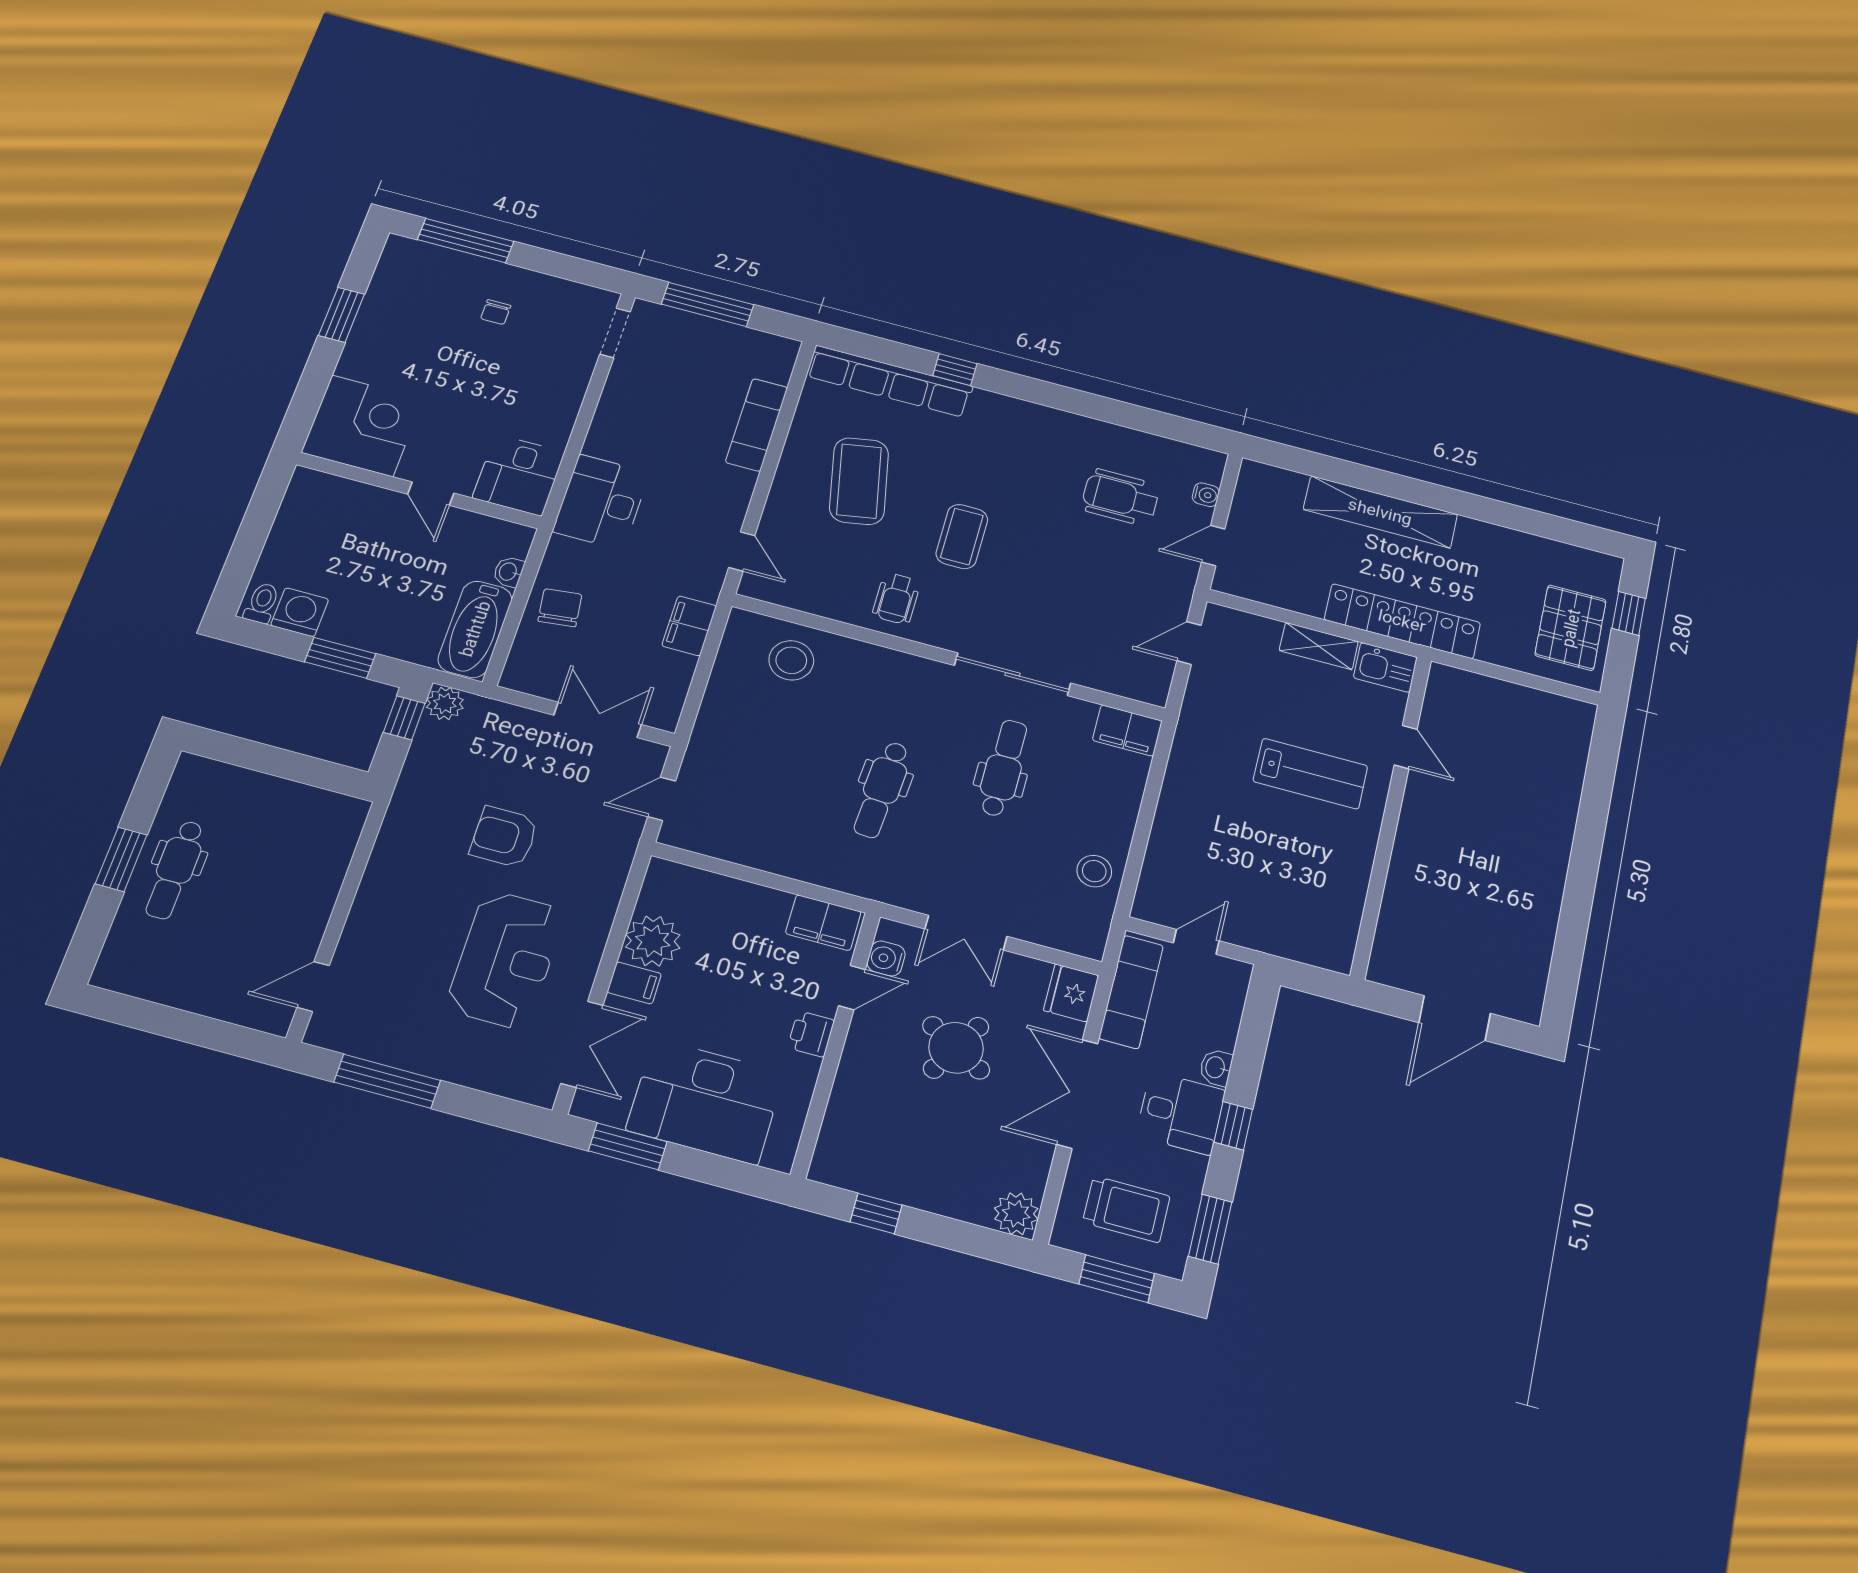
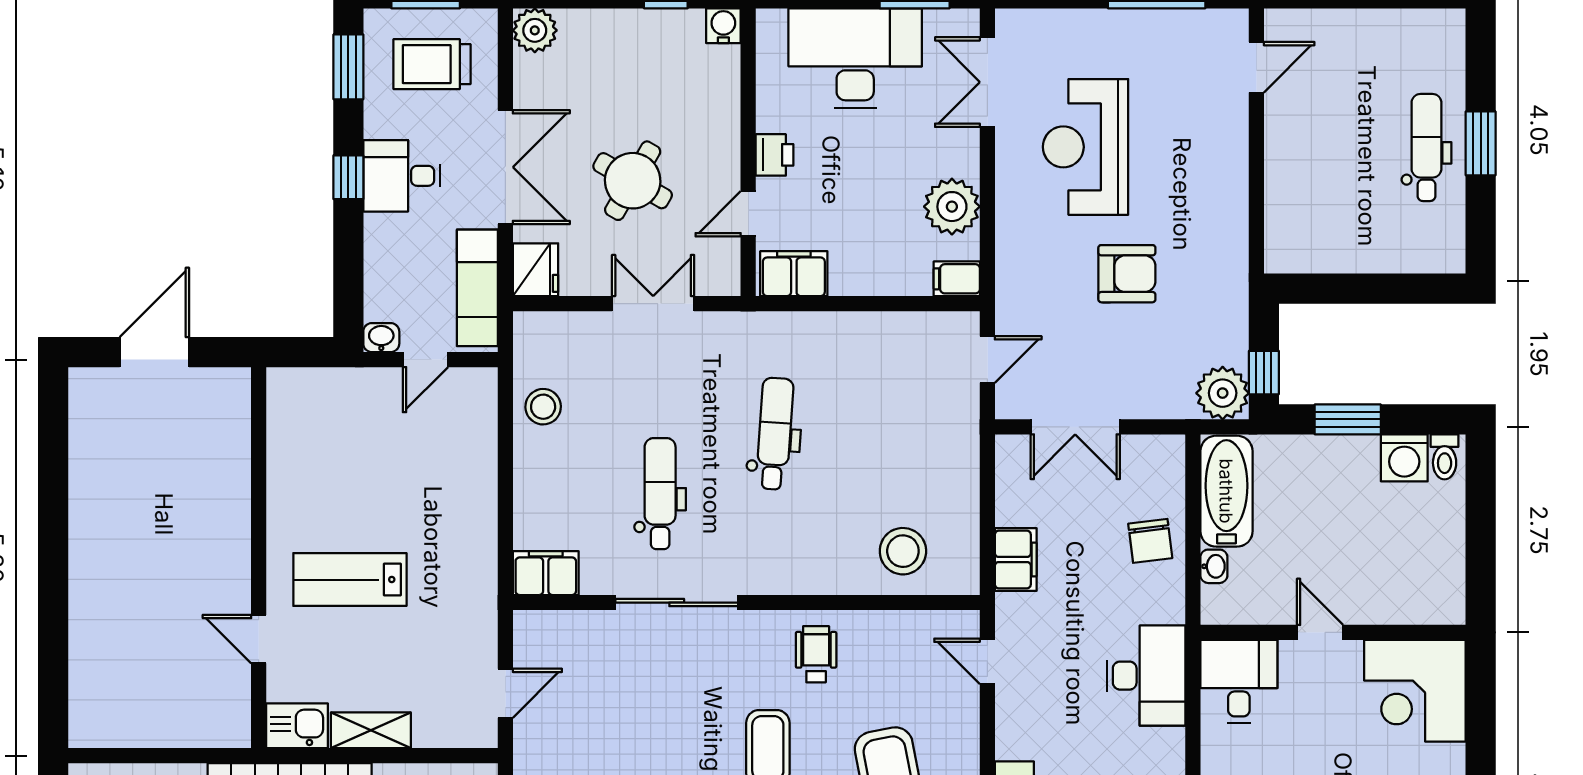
plant: (445, 703) -> (1223, 393), width x1.36, depth x1.36
dental chair: (1003, 768) -> (660, 494), turned 180
water cooler: (886, 958) -> (723, 26), moved, turned -90
filing cabinet: (634, 983) -> (957, 279), moved
washbasin: (1216, 1067) -> (381, 338), moved, turned -90

